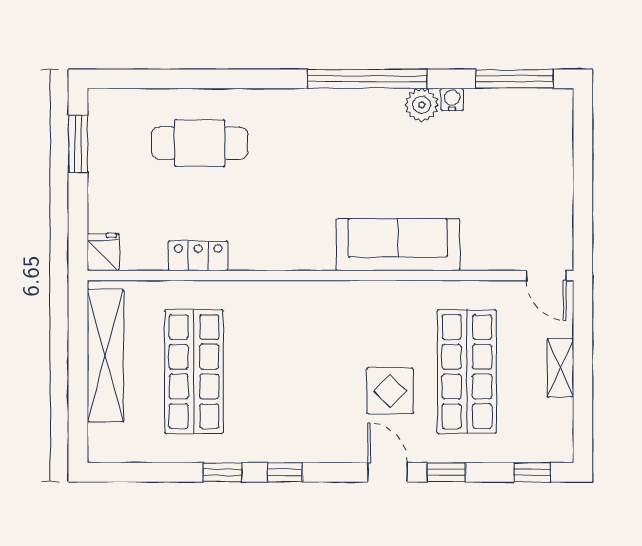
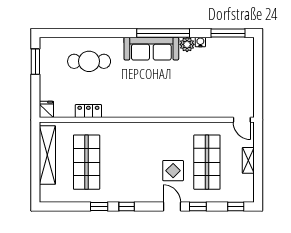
sofa: (398, 245) -> (151, 49), moved, turned 180

